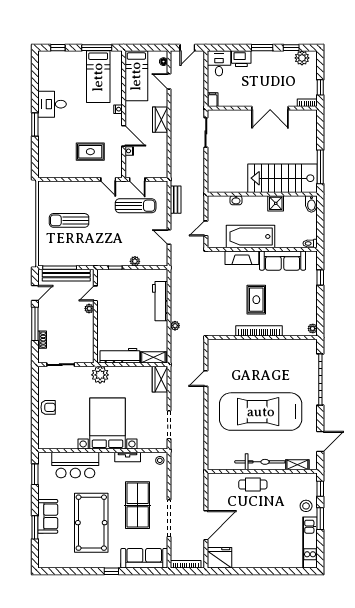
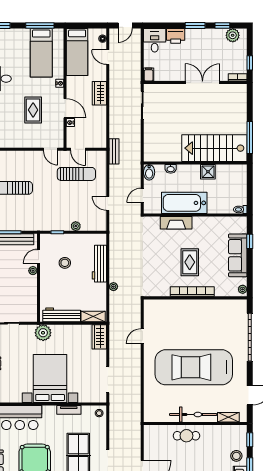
double door: (270, 108) -> (203, 82), swing flipped
rug: (90, 152) -> (33, 110), moved, turned 90
bench: (176, 200) -> (114, 151), moved
bidet: (311, 204) -> (149, 172), moved
sofa: (283, 261) -> (238, 255), moved, turned 90
stool: (123, 300) -> (65, 263), added

